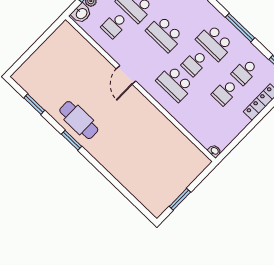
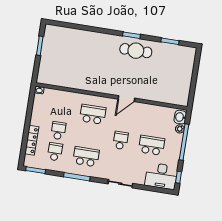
school desk: (114, 25) -> (155, 124), removed
school desk: (165, 34) -> (120, 140), width x0.54
school desk: (195, 63) -> (89, 135), removed
door: (126, 75) -> (126, 99), swing flipped

